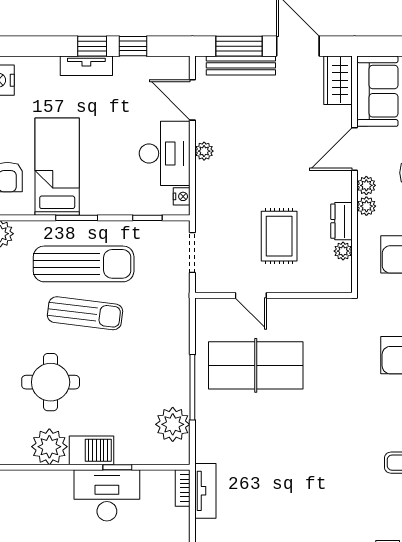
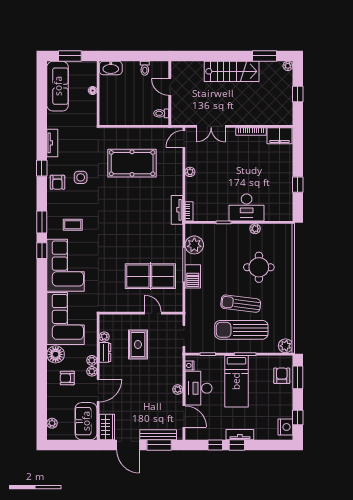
bed: (57, 167) -> (236, 381), moved
plant: (49, 447) -> (255, 229), width x0.53, depth x0.53
barbecue: (92, 450) -> (193, 276), moved, turned -90
desk: (107, 495) -> (247, 207), moved

